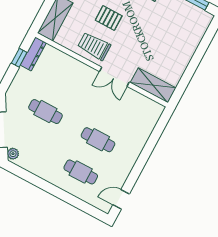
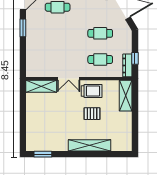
double door: (114, 77) -> (69, 79), swing flipped
cafe table: (98, 140) -> (100, 60), moved
window: (137, 169) -> (23, 28), added

